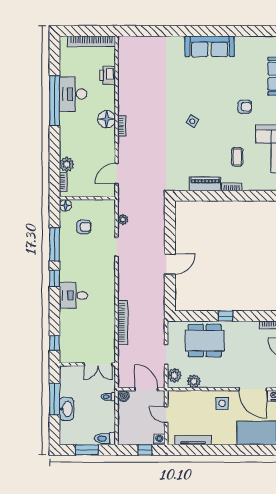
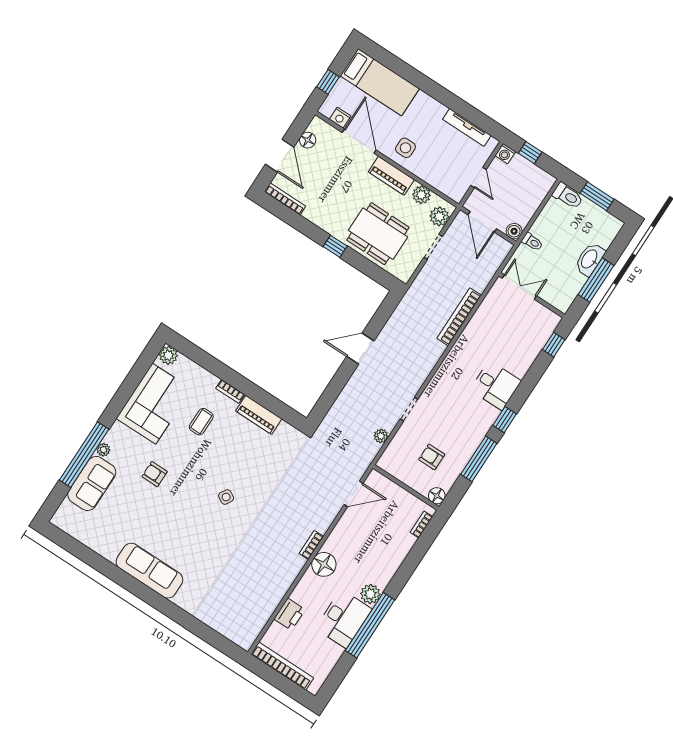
plant: (67, 164) -> (370, 594), moved
piano: (220, 381) -> (391, 176), added

